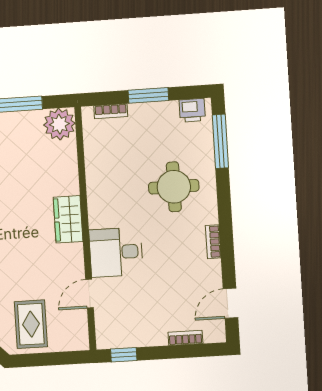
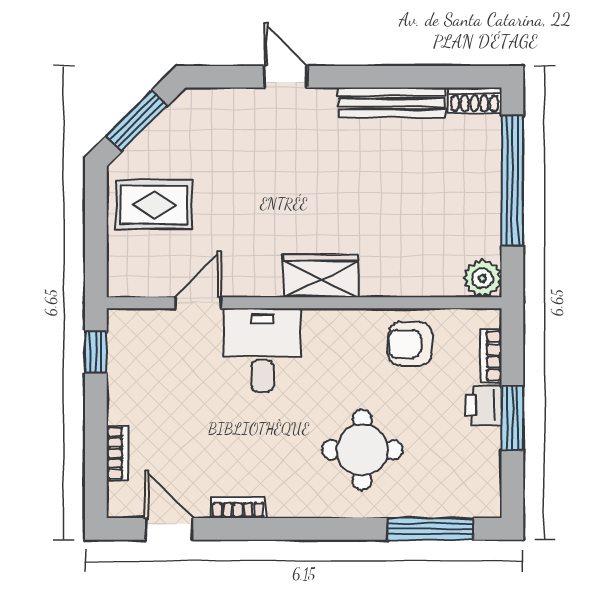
printer: (192, 110) -> (483, 405), moved
plant: (59, 124) -> (483, 278), width x0.73, depth x0.73
armchair: (106, 161) -> (410, 344), added
bookcase: (213, 242) -> (238, 507), moved
door: (89, 294) -> (198, 303), hinge flipped

